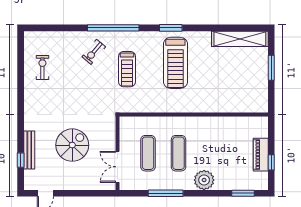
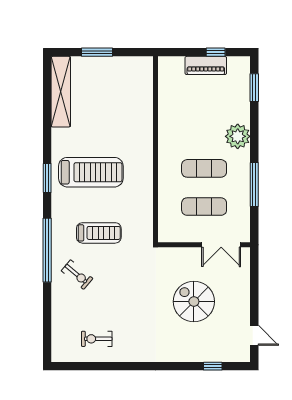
bench: (29, 150) -> (200, 355), removed

